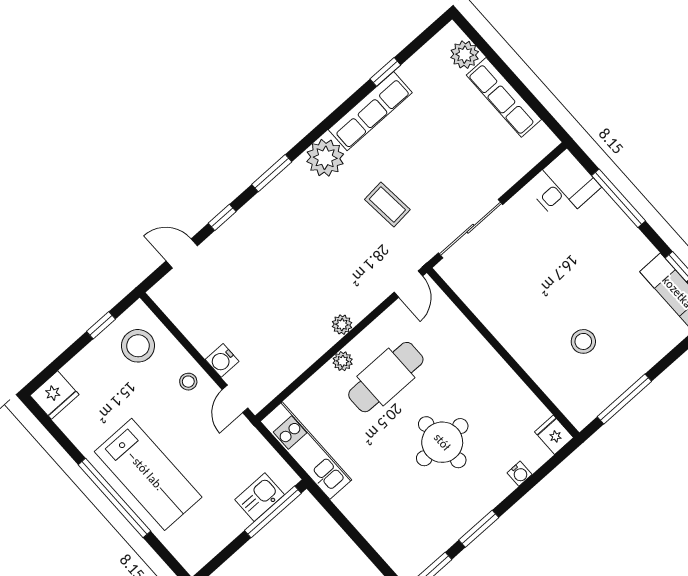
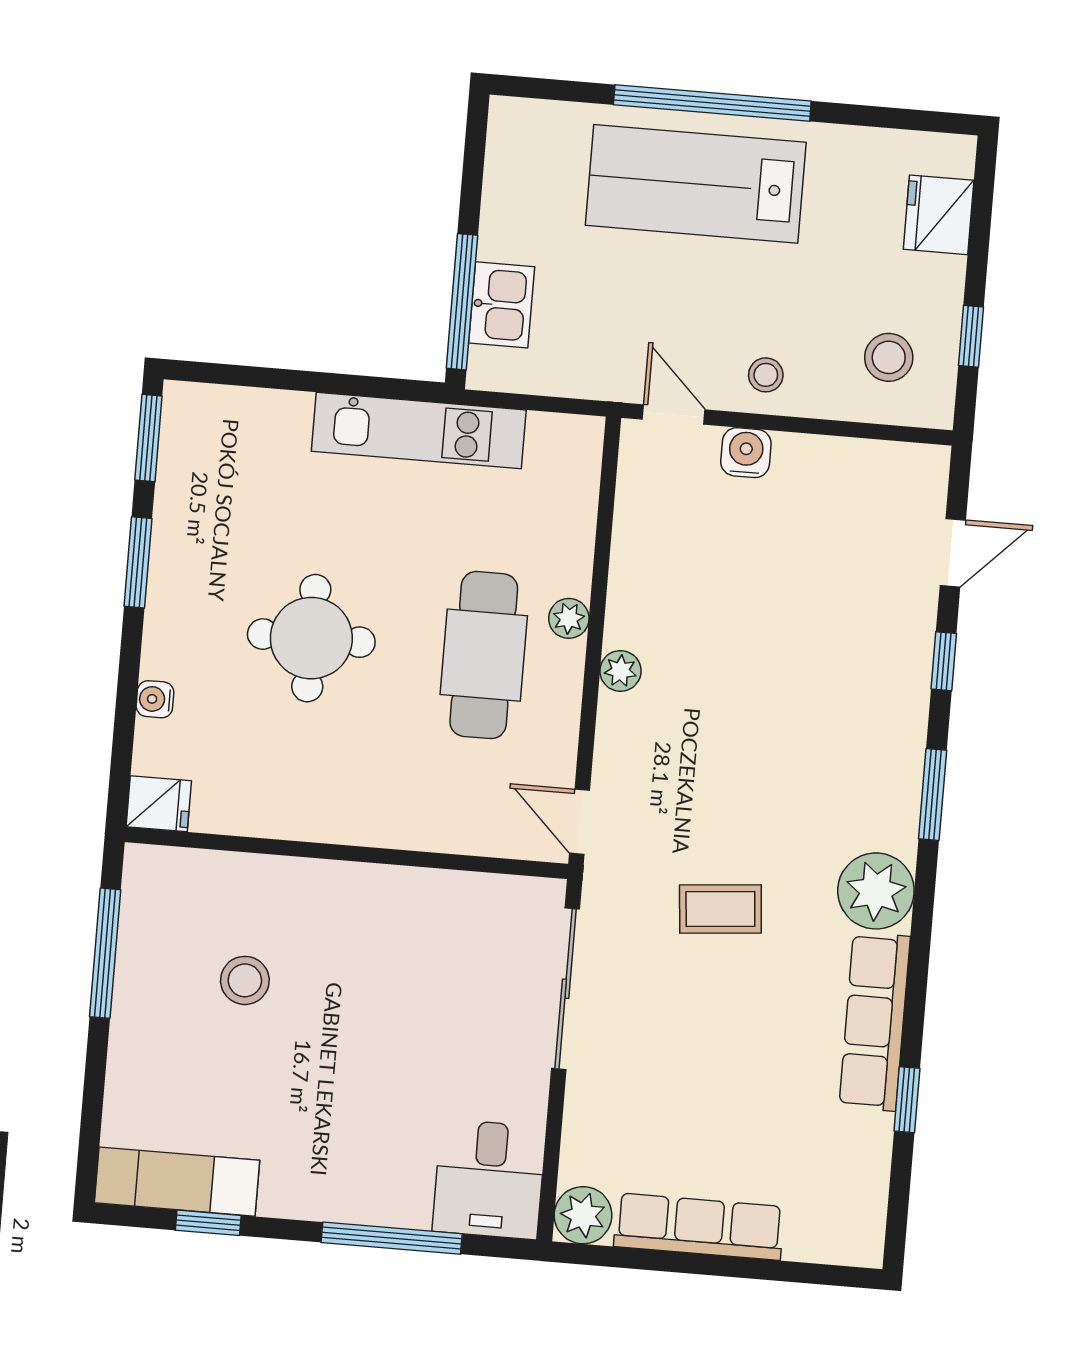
plant: (465, 55) -> (583, 1215), moved
stool: (138, 346) -> (889, 357), width x0.73, depth x0.73
fridge: (54, 395) -> (939, 215), moved
kitchen unit: (306, 451) -> (419, 431), moved

